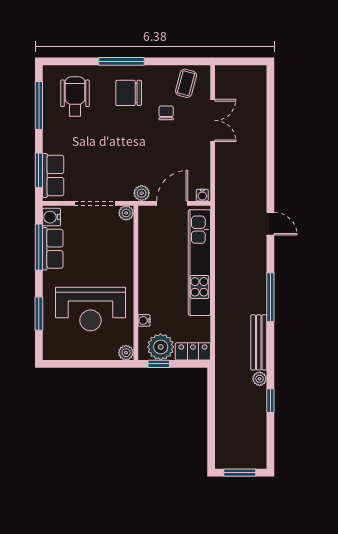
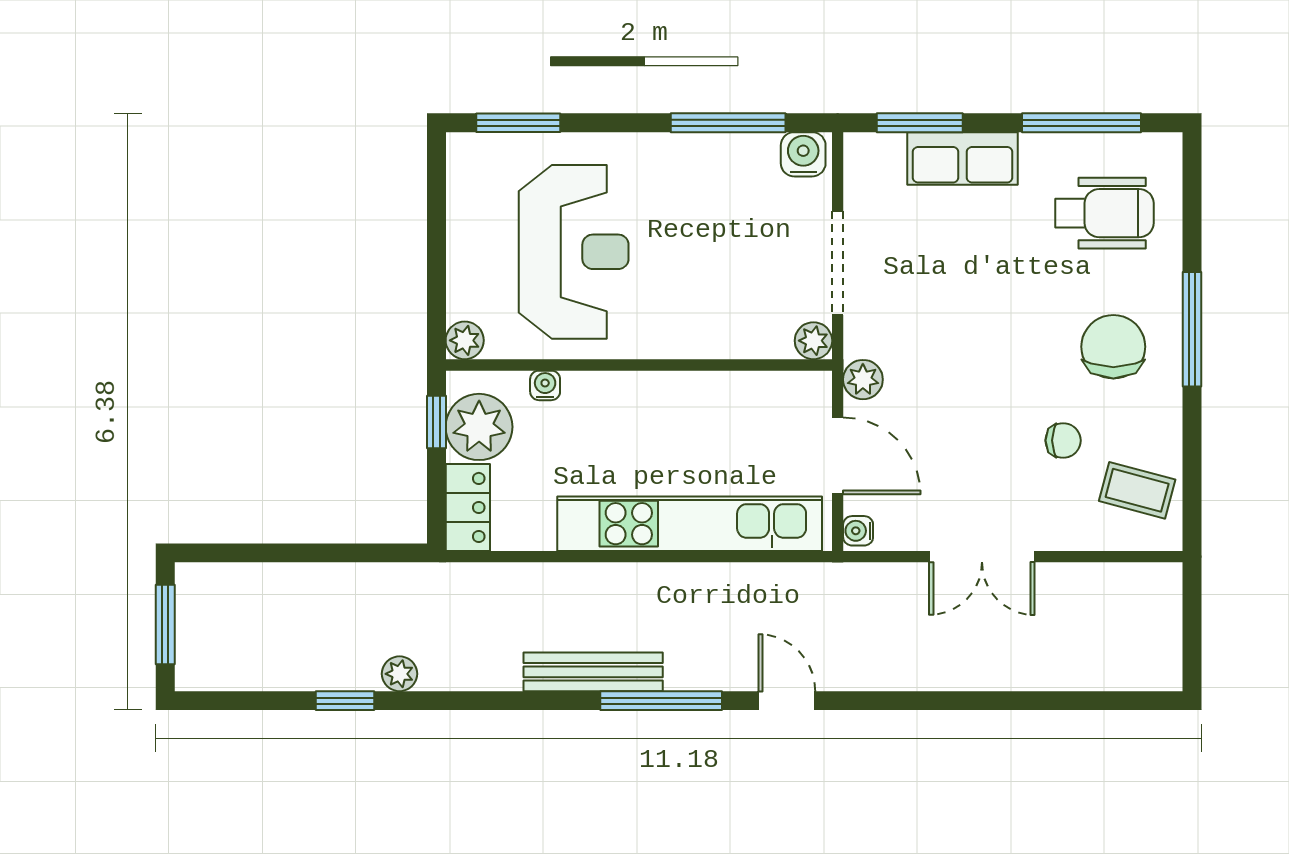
double door: (213, 120) -> (982, 557), moved
row of seats: (53, 175) -> (963, 158), moved
door: (270, 224) -> (787, 701), swing flipped
row of seats: (53, 249) -> (724, 157), removed
window: (270, 297) -> (661, 701), moved
reception desk: (91, 309) -> (574, 252), turned 180
window: (39, 314) -> (518, 123), moved
bench: (259, 342) -> (593, 672), moved

